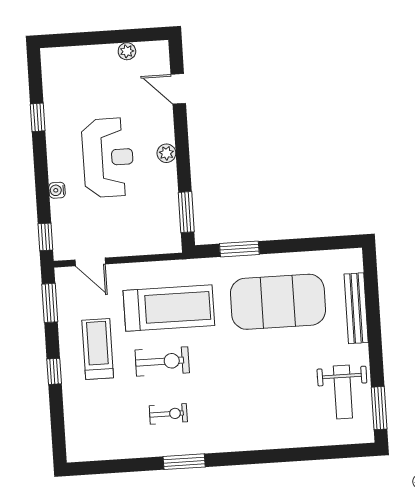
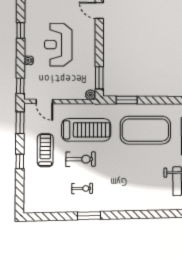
window: (38, 117) -> (21, 31), moved
plant: (166, 153) -> (90, 95), moved
reception desk: (108, 158) -> (58, 45), turned 180

